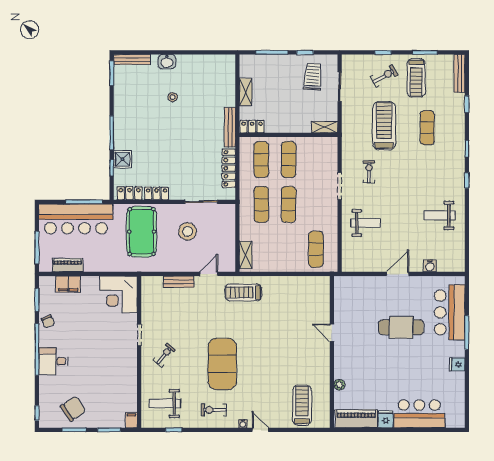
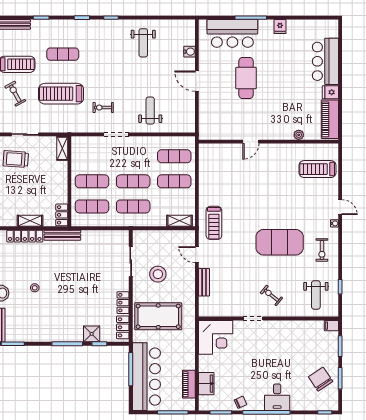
locker: (229, 168) -> (25, 236), moved
exercise mat: (289, 249) -> (174, 181), added
door: (260, 430) -> (340, 207), swing flipped

